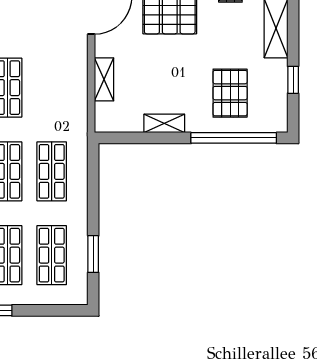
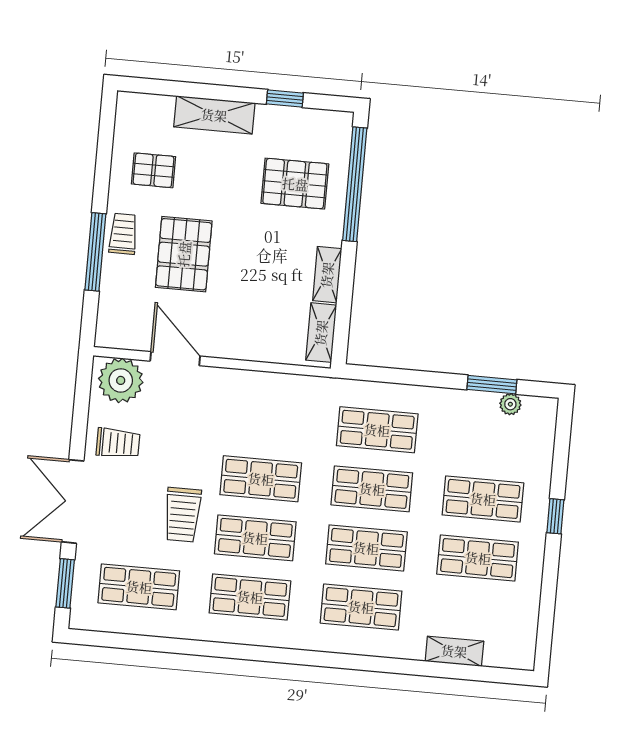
shelving: (104, 79) -> (321, 333), moved, turned 90
shop shelf: (52, 255) -> (488, 440), removed
plant: (80, 269) -> (510, 404), added

